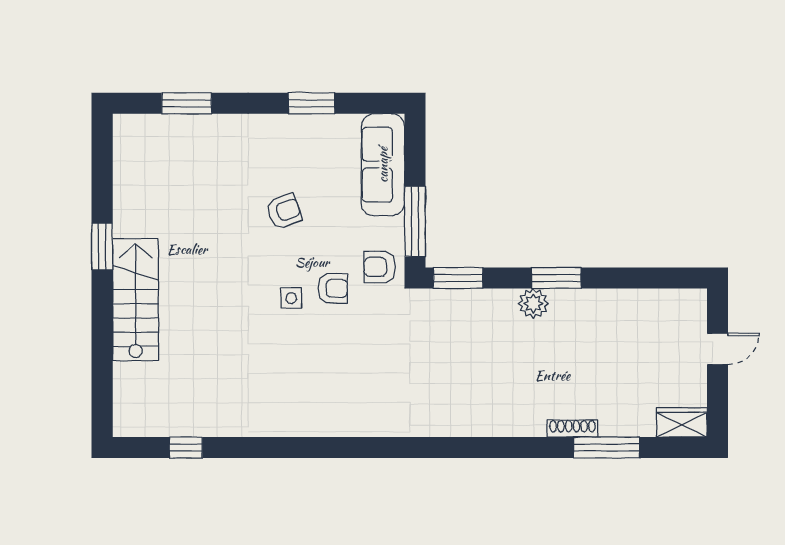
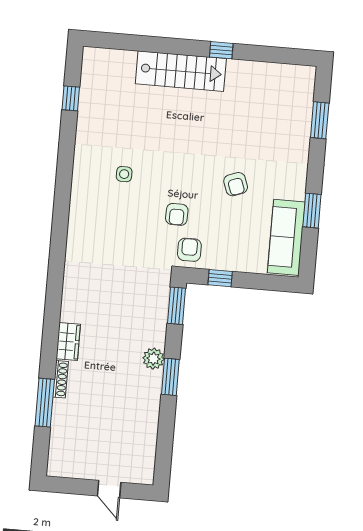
sofa: (383, 165) -> (286, 237), moved, turned -90
window: (415, 221) -> (220, 278), width x0.46
window: (102, 247) -> (221, 50), width x0.67
side table: (291, 298) -> (124, 174), moved
wardrobe: (682, 422) -> (68, 342), moved

